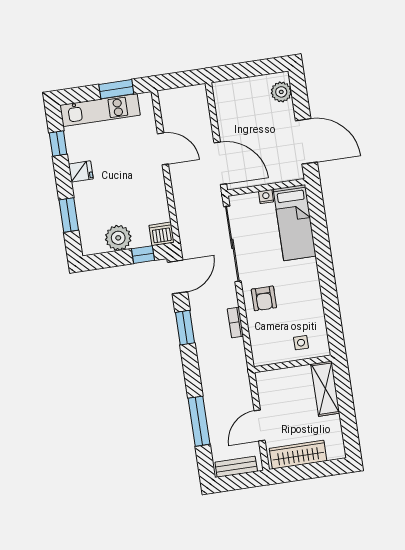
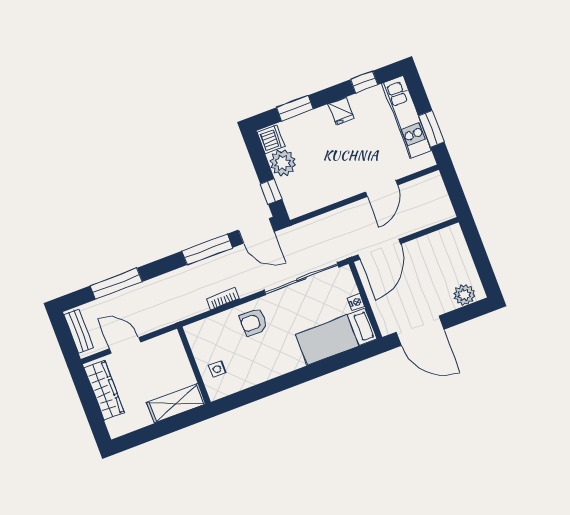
door: (306, 141) -> (420, 331), hinge flipped
dishwasher: (162, 234) -> (271, 139), moved
window: (185, 328) -> (207, 249), width x1.44

